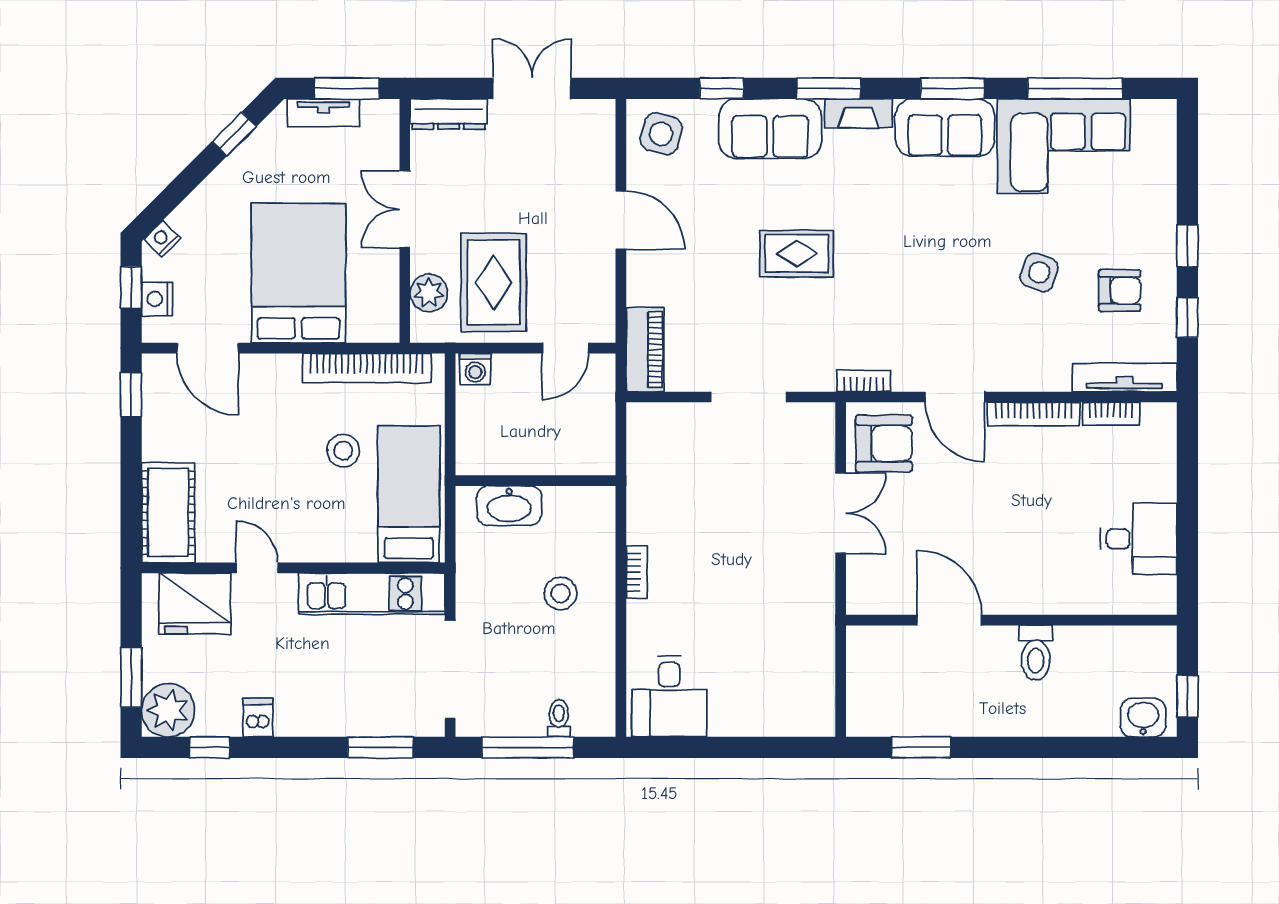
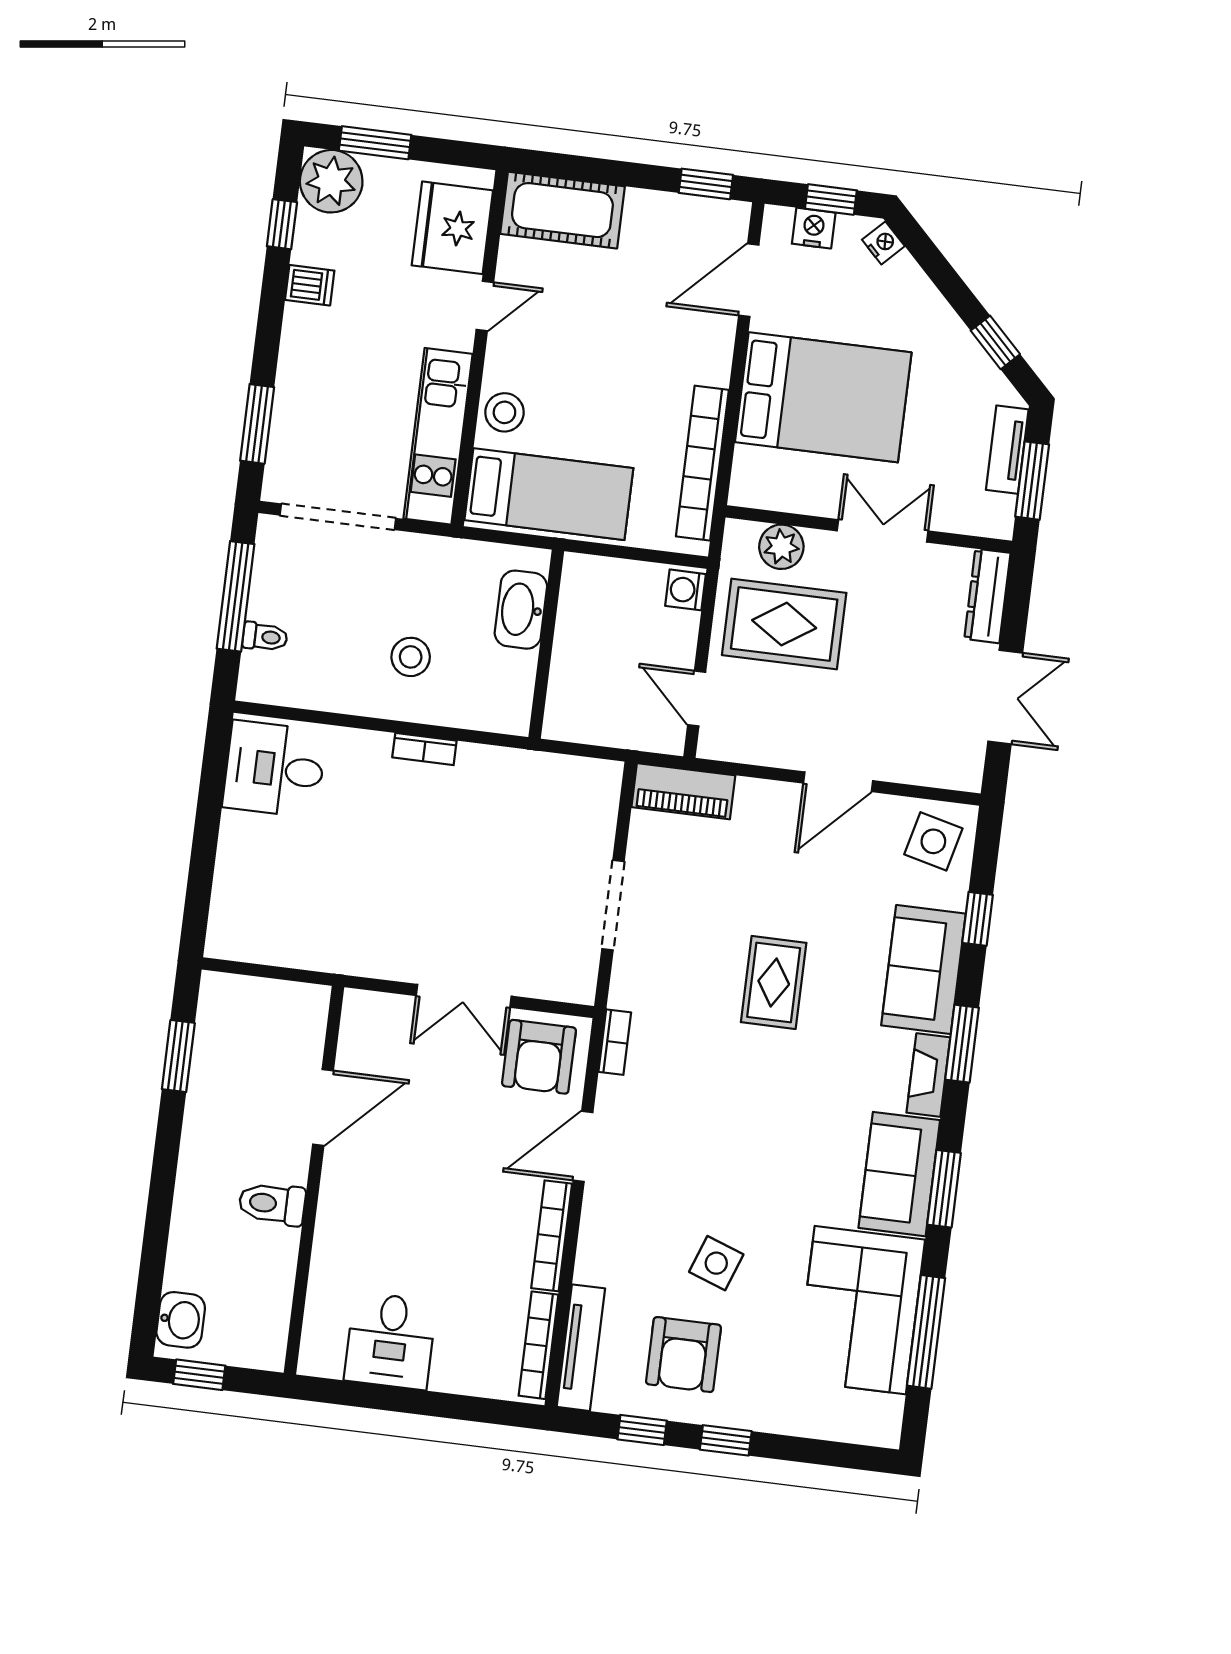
armchair: (1120, 290) -> (683, 1355), width x1.38, depth x1.38
bookcase: (1111, 414) -> (538, 1345), width x1.56
stool: (343, 451) -> (504, 412), moved

